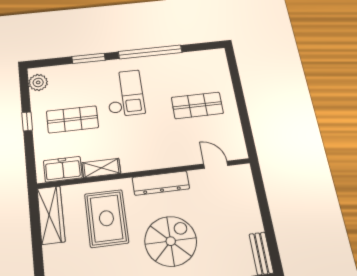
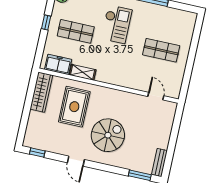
dresser: (161, 183) -> (116, 96), removed

